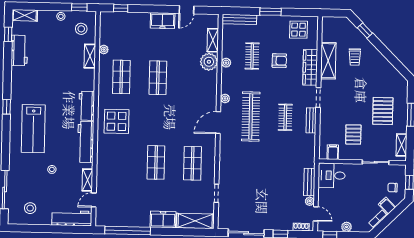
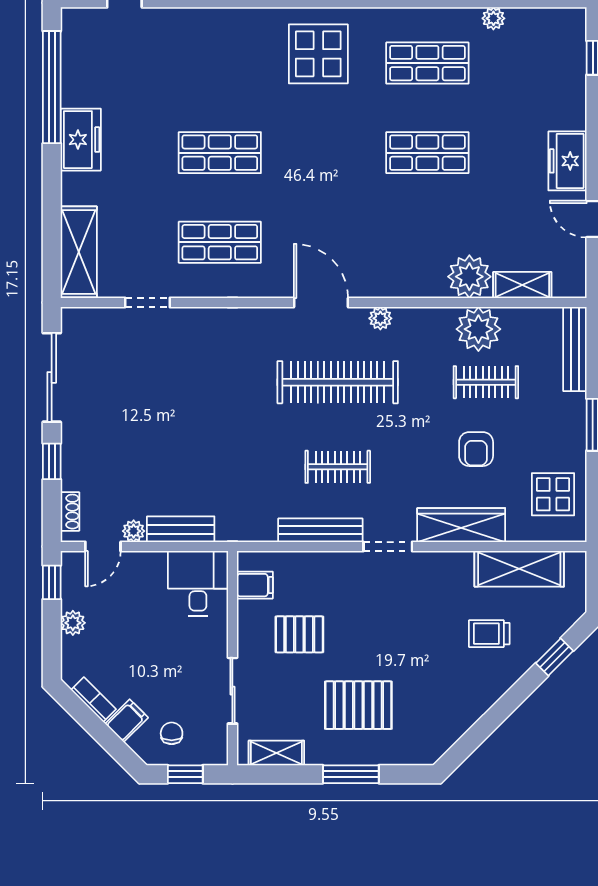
shelving: (328, 61) -> (519, 569), moved
plant: (226, 63) -> (478, 329), width x1.88, depth x1.88
bench: (311, 120) -> (320, 530), width x1.36
freezer: (163, 219) -> (81, 140), moved

